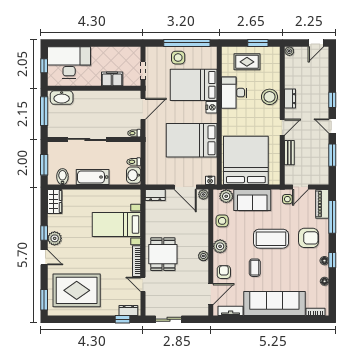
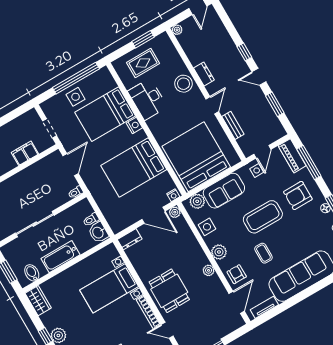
armchair: (308, 238) -> (298, 195), turned 180

